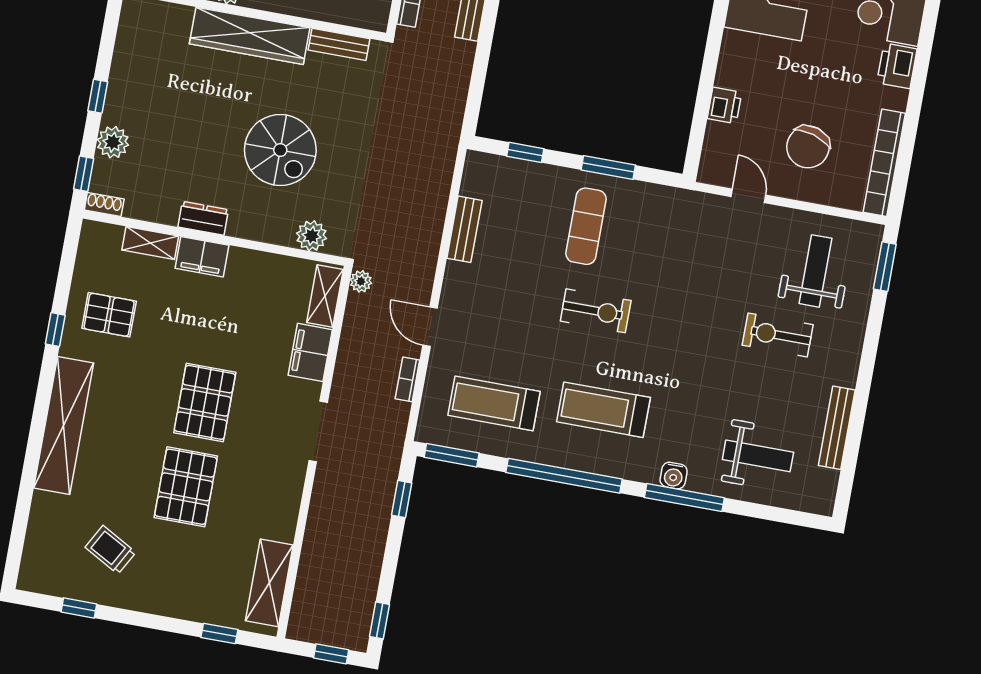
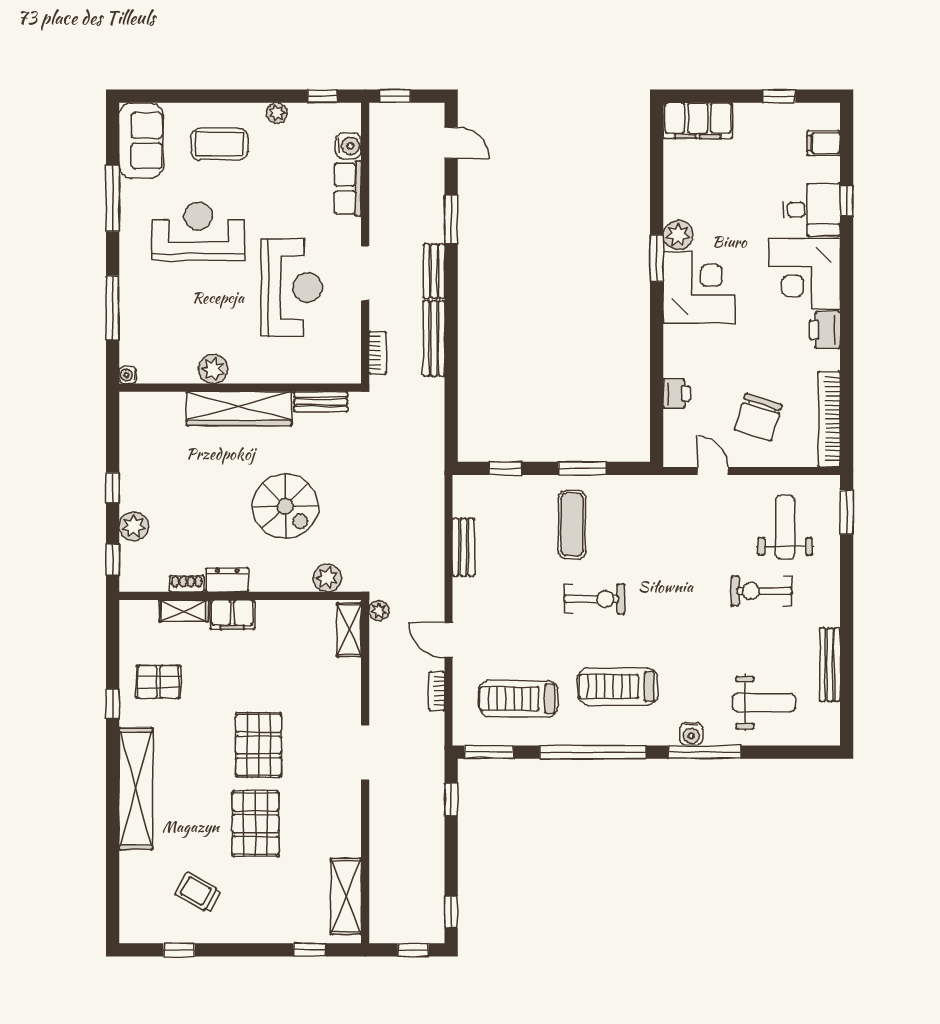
shoe rack: (104, 204) -> (187, 584), moved
filing cabinet: (310, 352) -> (345, 683), removed

